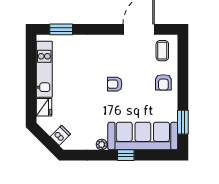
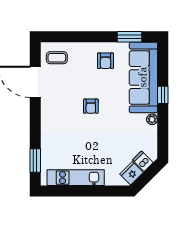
armchair: (163, 82) -> (105, 61), moved, turned 90
fridge: (44, 107) -> (131, 173), moved, turned -45

